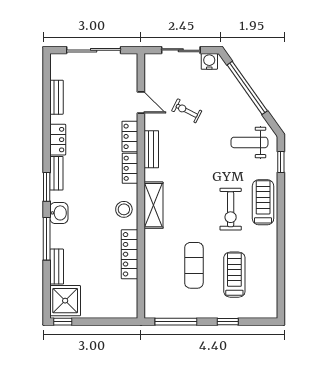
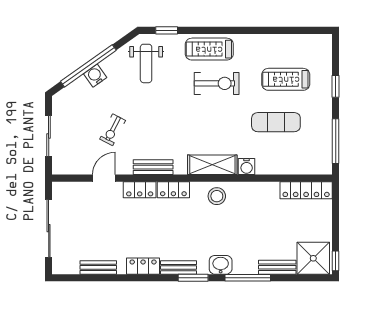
water cooler: (209, 61) -> (95, 76), moved, turned 55
water cooler: (152, 237) -> (247, 167), added
locker: (130, 254) -> (306, 190), moved

